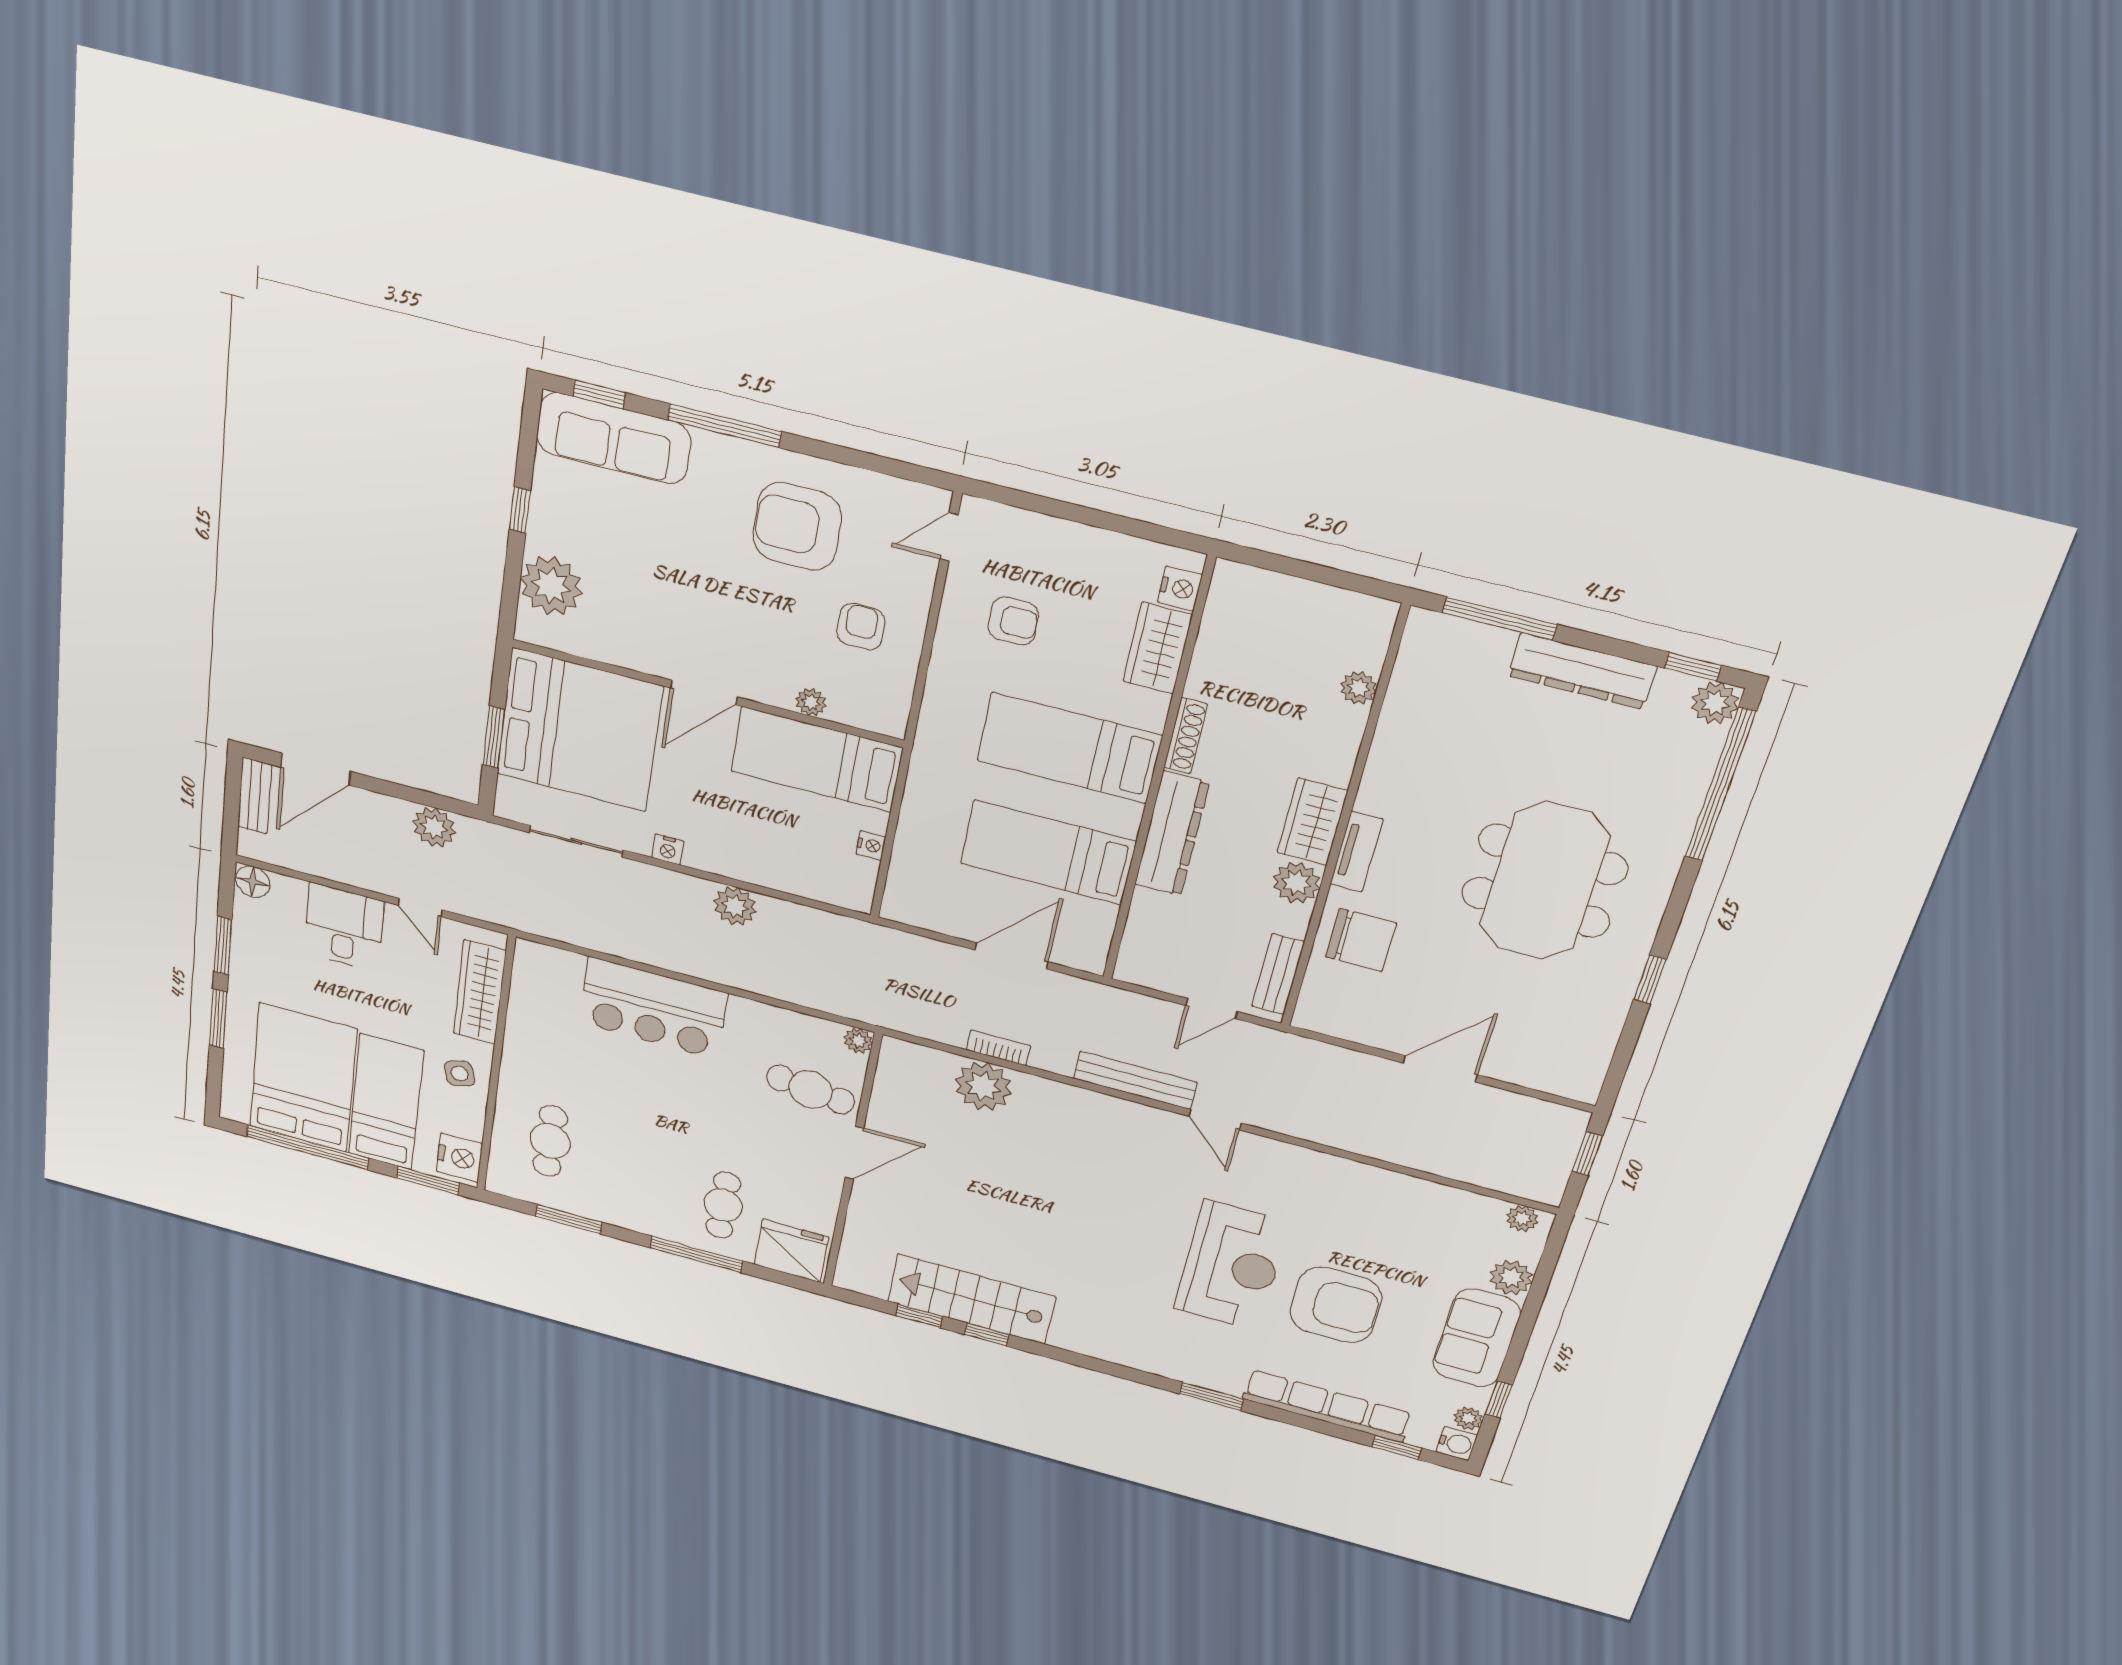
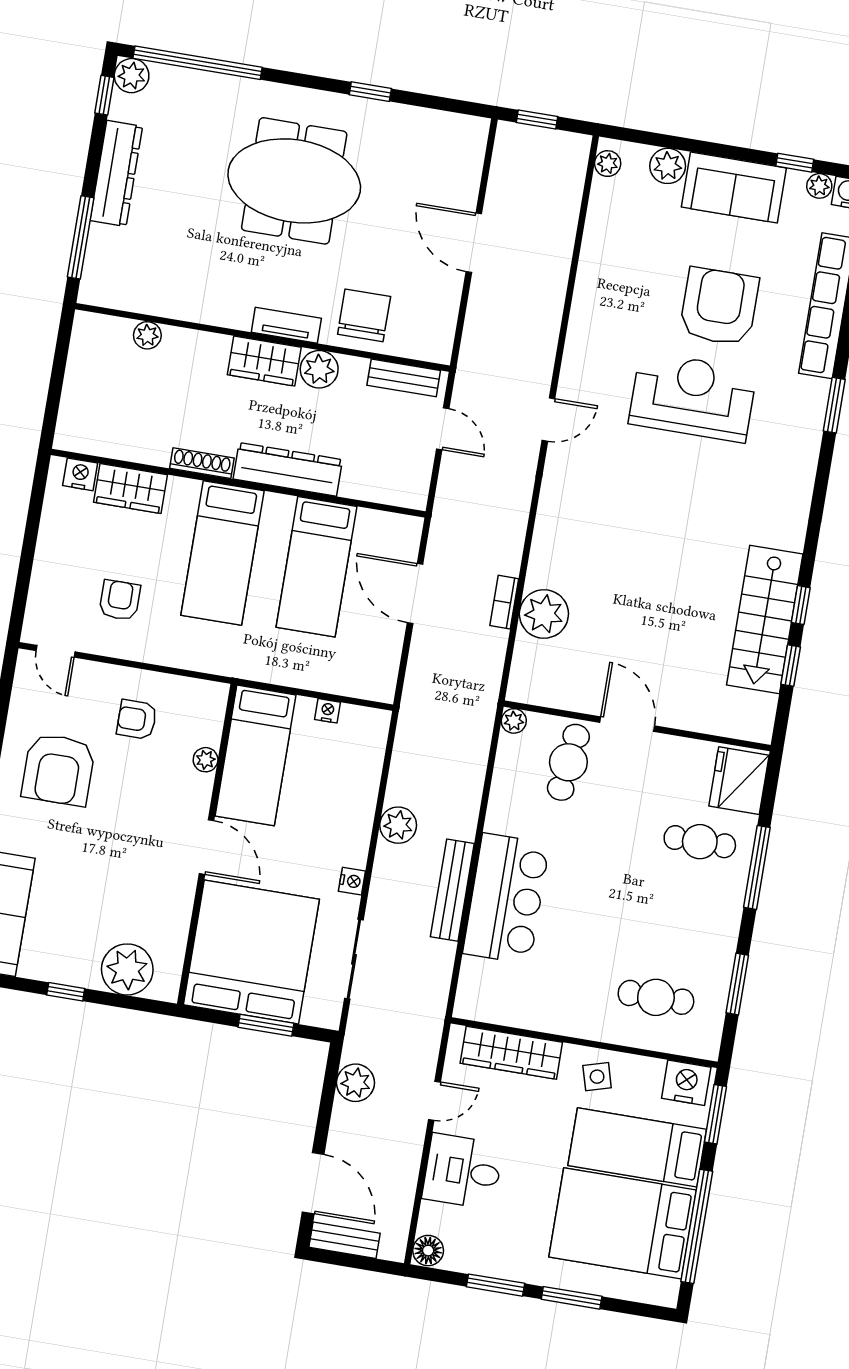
bench: (1135, 1080) -> (452, 890), moved

